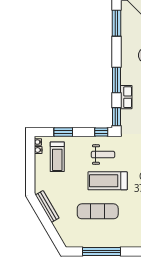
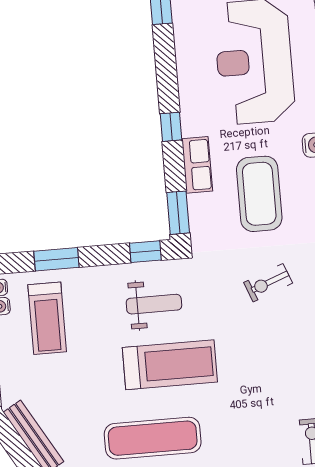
window: (117, 80) -> (171, 127), width x0.46
treadmill: (108, 181) -> (170, 365), turned 180

